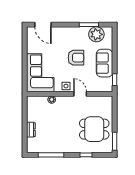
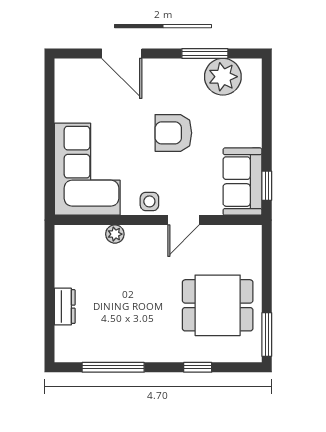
door: (43, 25) -> (122, 54), moved
armchair: (76, 58) -> (173, 133), turned 180
sofa: (105, 63) -> (242, 182), moved
door: (80, 94) -> (183, 220), swing flipped

